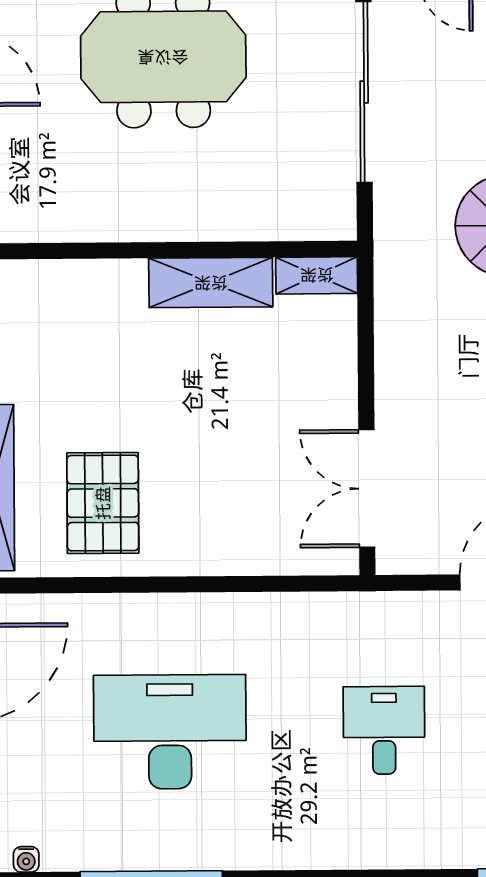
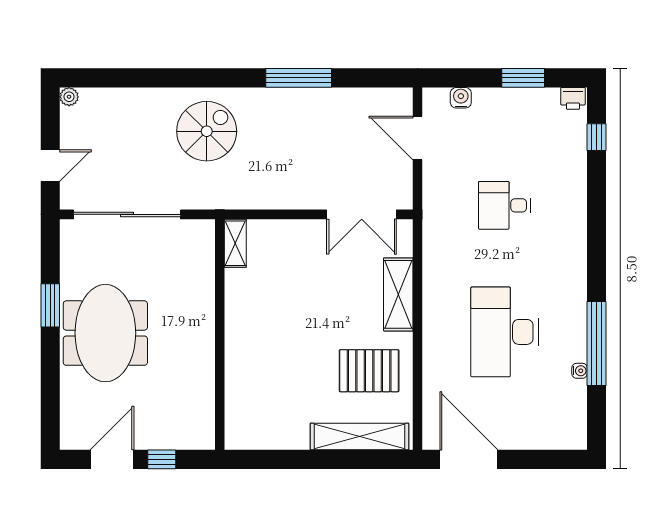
shelving: (211, 283) -> (398, 294), moved
water cooler: (26, 859) -> (580, 371), moved

